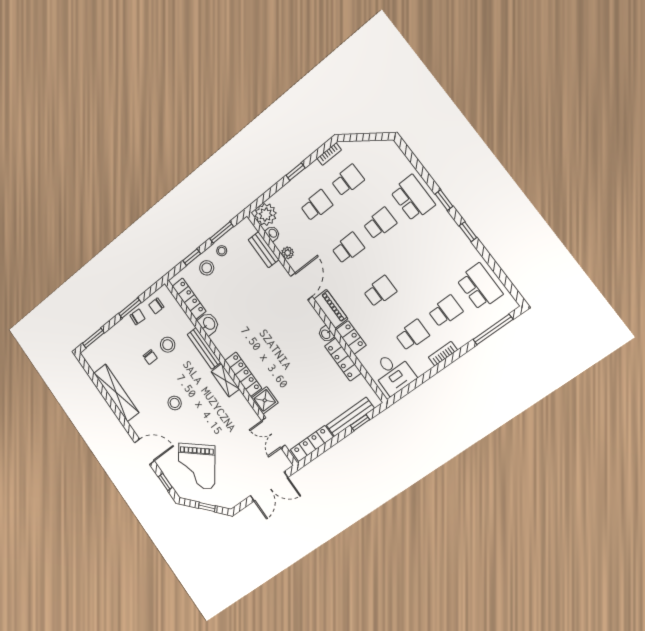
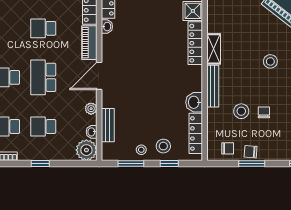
school desk: (348, 248) -> (43, 77), width x1.85

